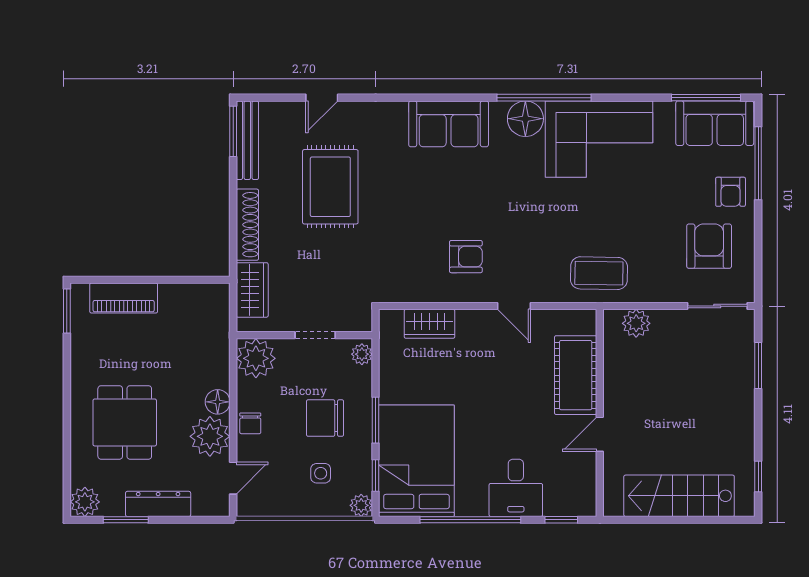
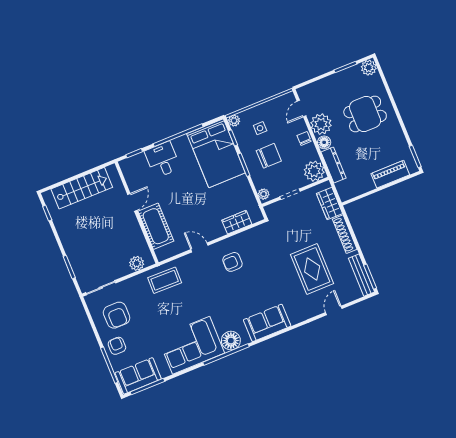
dining table: (125, 422) -> (365, 114), turned 90
dresser: (158, 504) -> (334, 165), moved, turned -90

